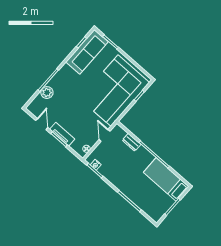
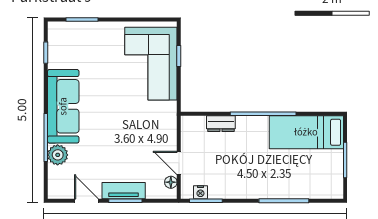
sofa: (87, 52) -> (63, 106), moved
corner sofa: (115, 91) -> (151, 64), width x0.73, depth x0.74
door: (104, 135) -> (179, 163), moved

